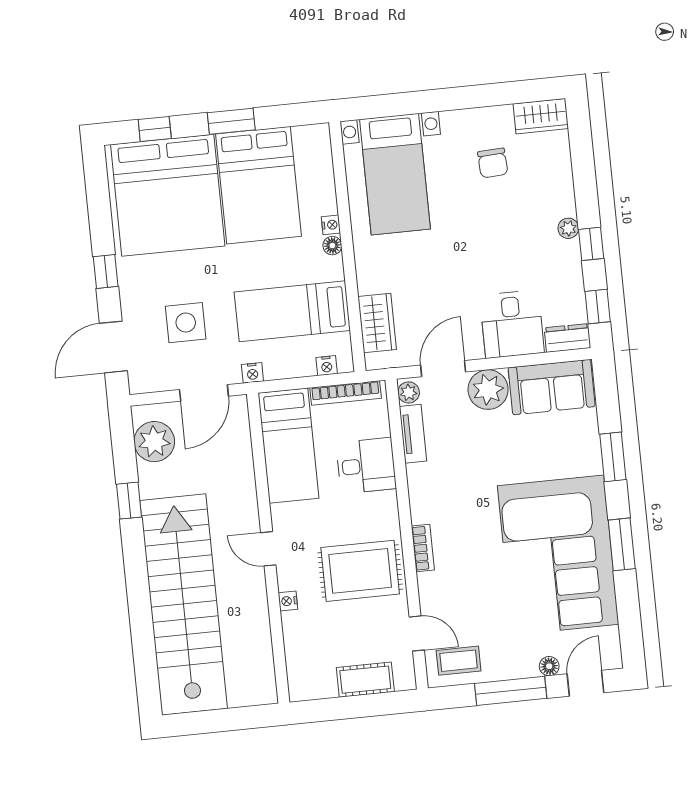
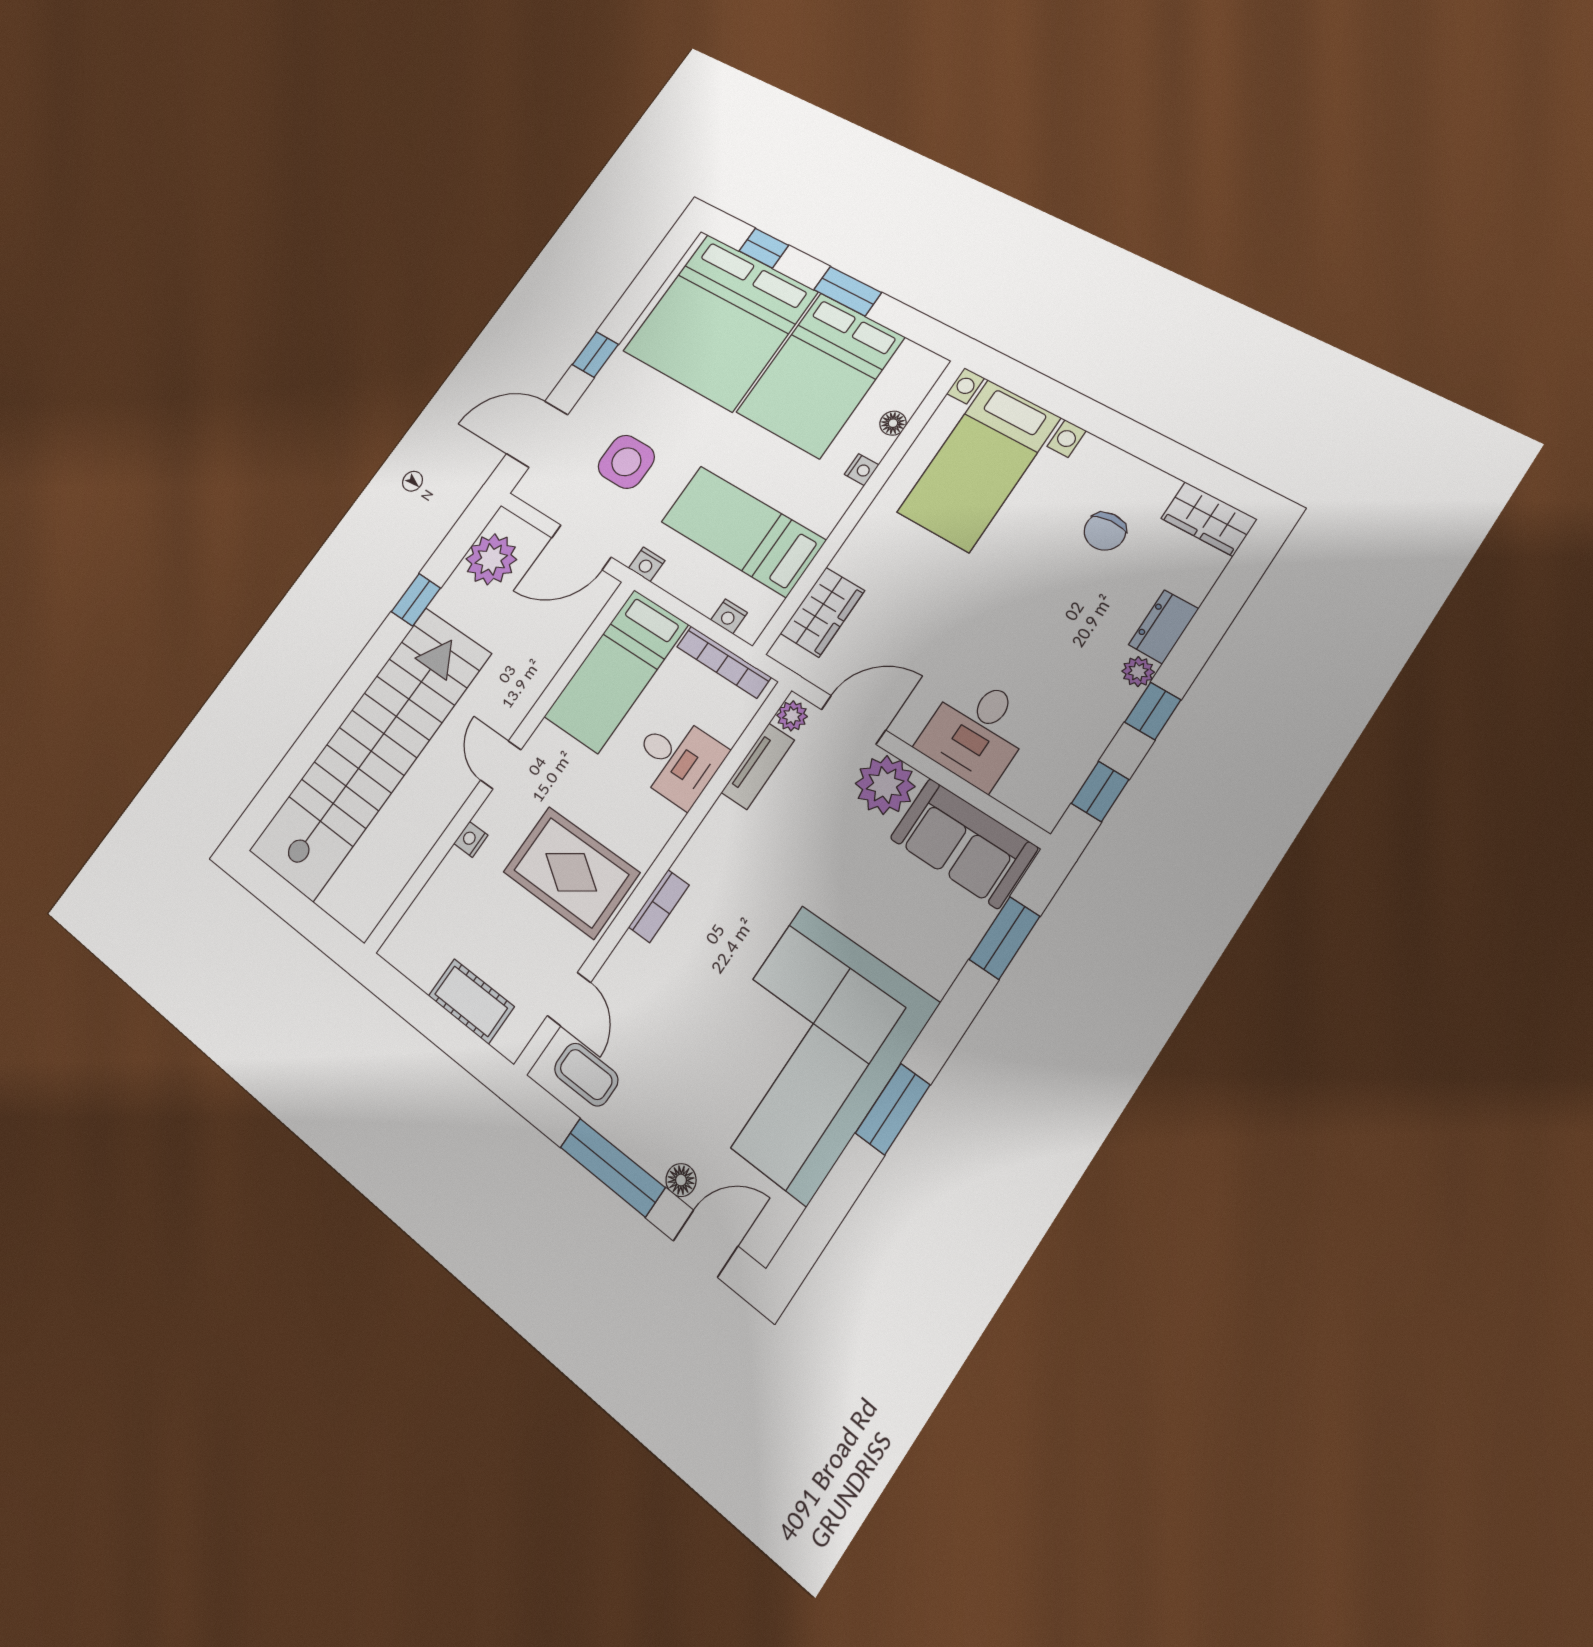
floor lamp: (332, 246) -> (893, 423), moved
dresser: (567, 338) -> (1163, 627), moved, turned -90
window: (613, 457) -> (1004, 938), moved

